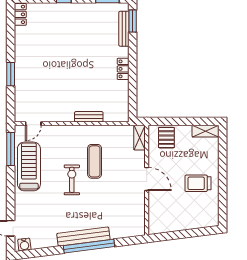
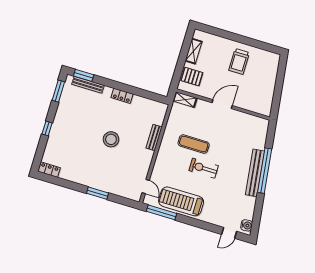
stool: (73, 71) -> (111, 139), added
shelving: (205, 131) -> (194, 51), moved

